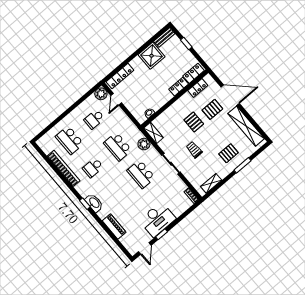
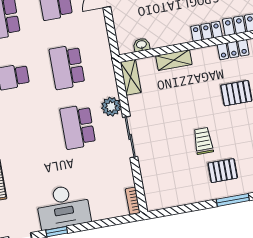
pallet: (194, 122) -> (199, 96), removed
plant: (144, 144) -> (111, 107), moved
trolley: (194, 150) -> (203, 141), moved
shelving: (211, 183) -> (174, 60), moved

